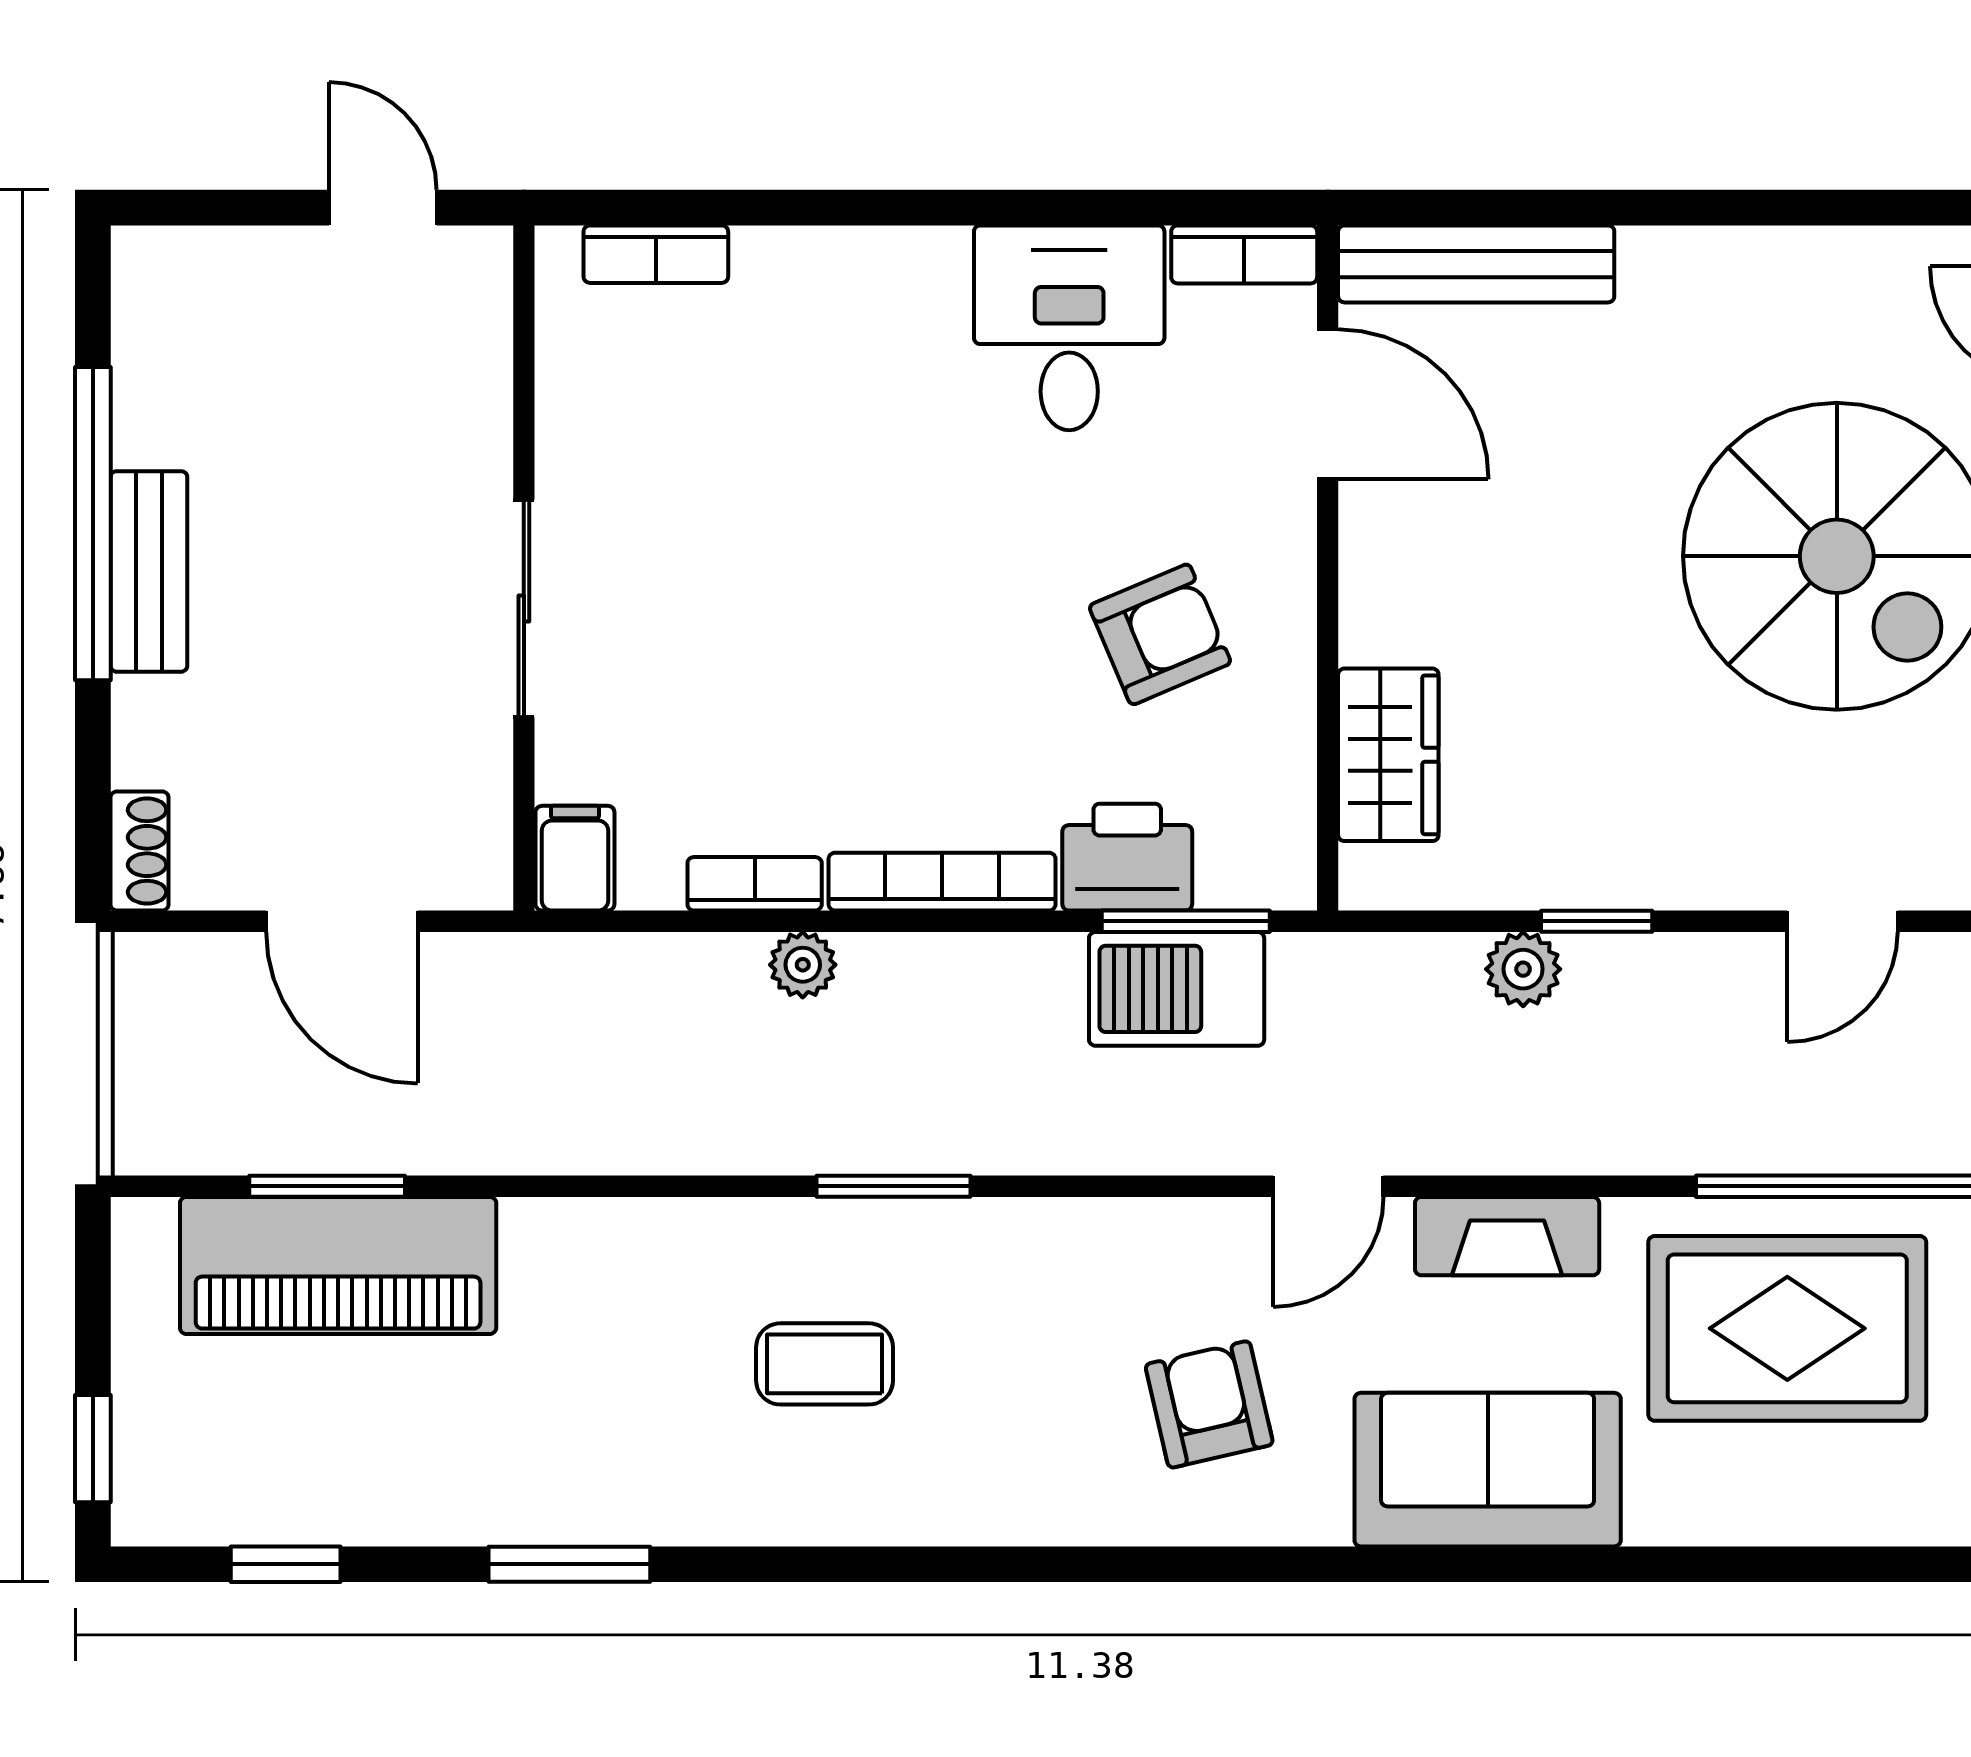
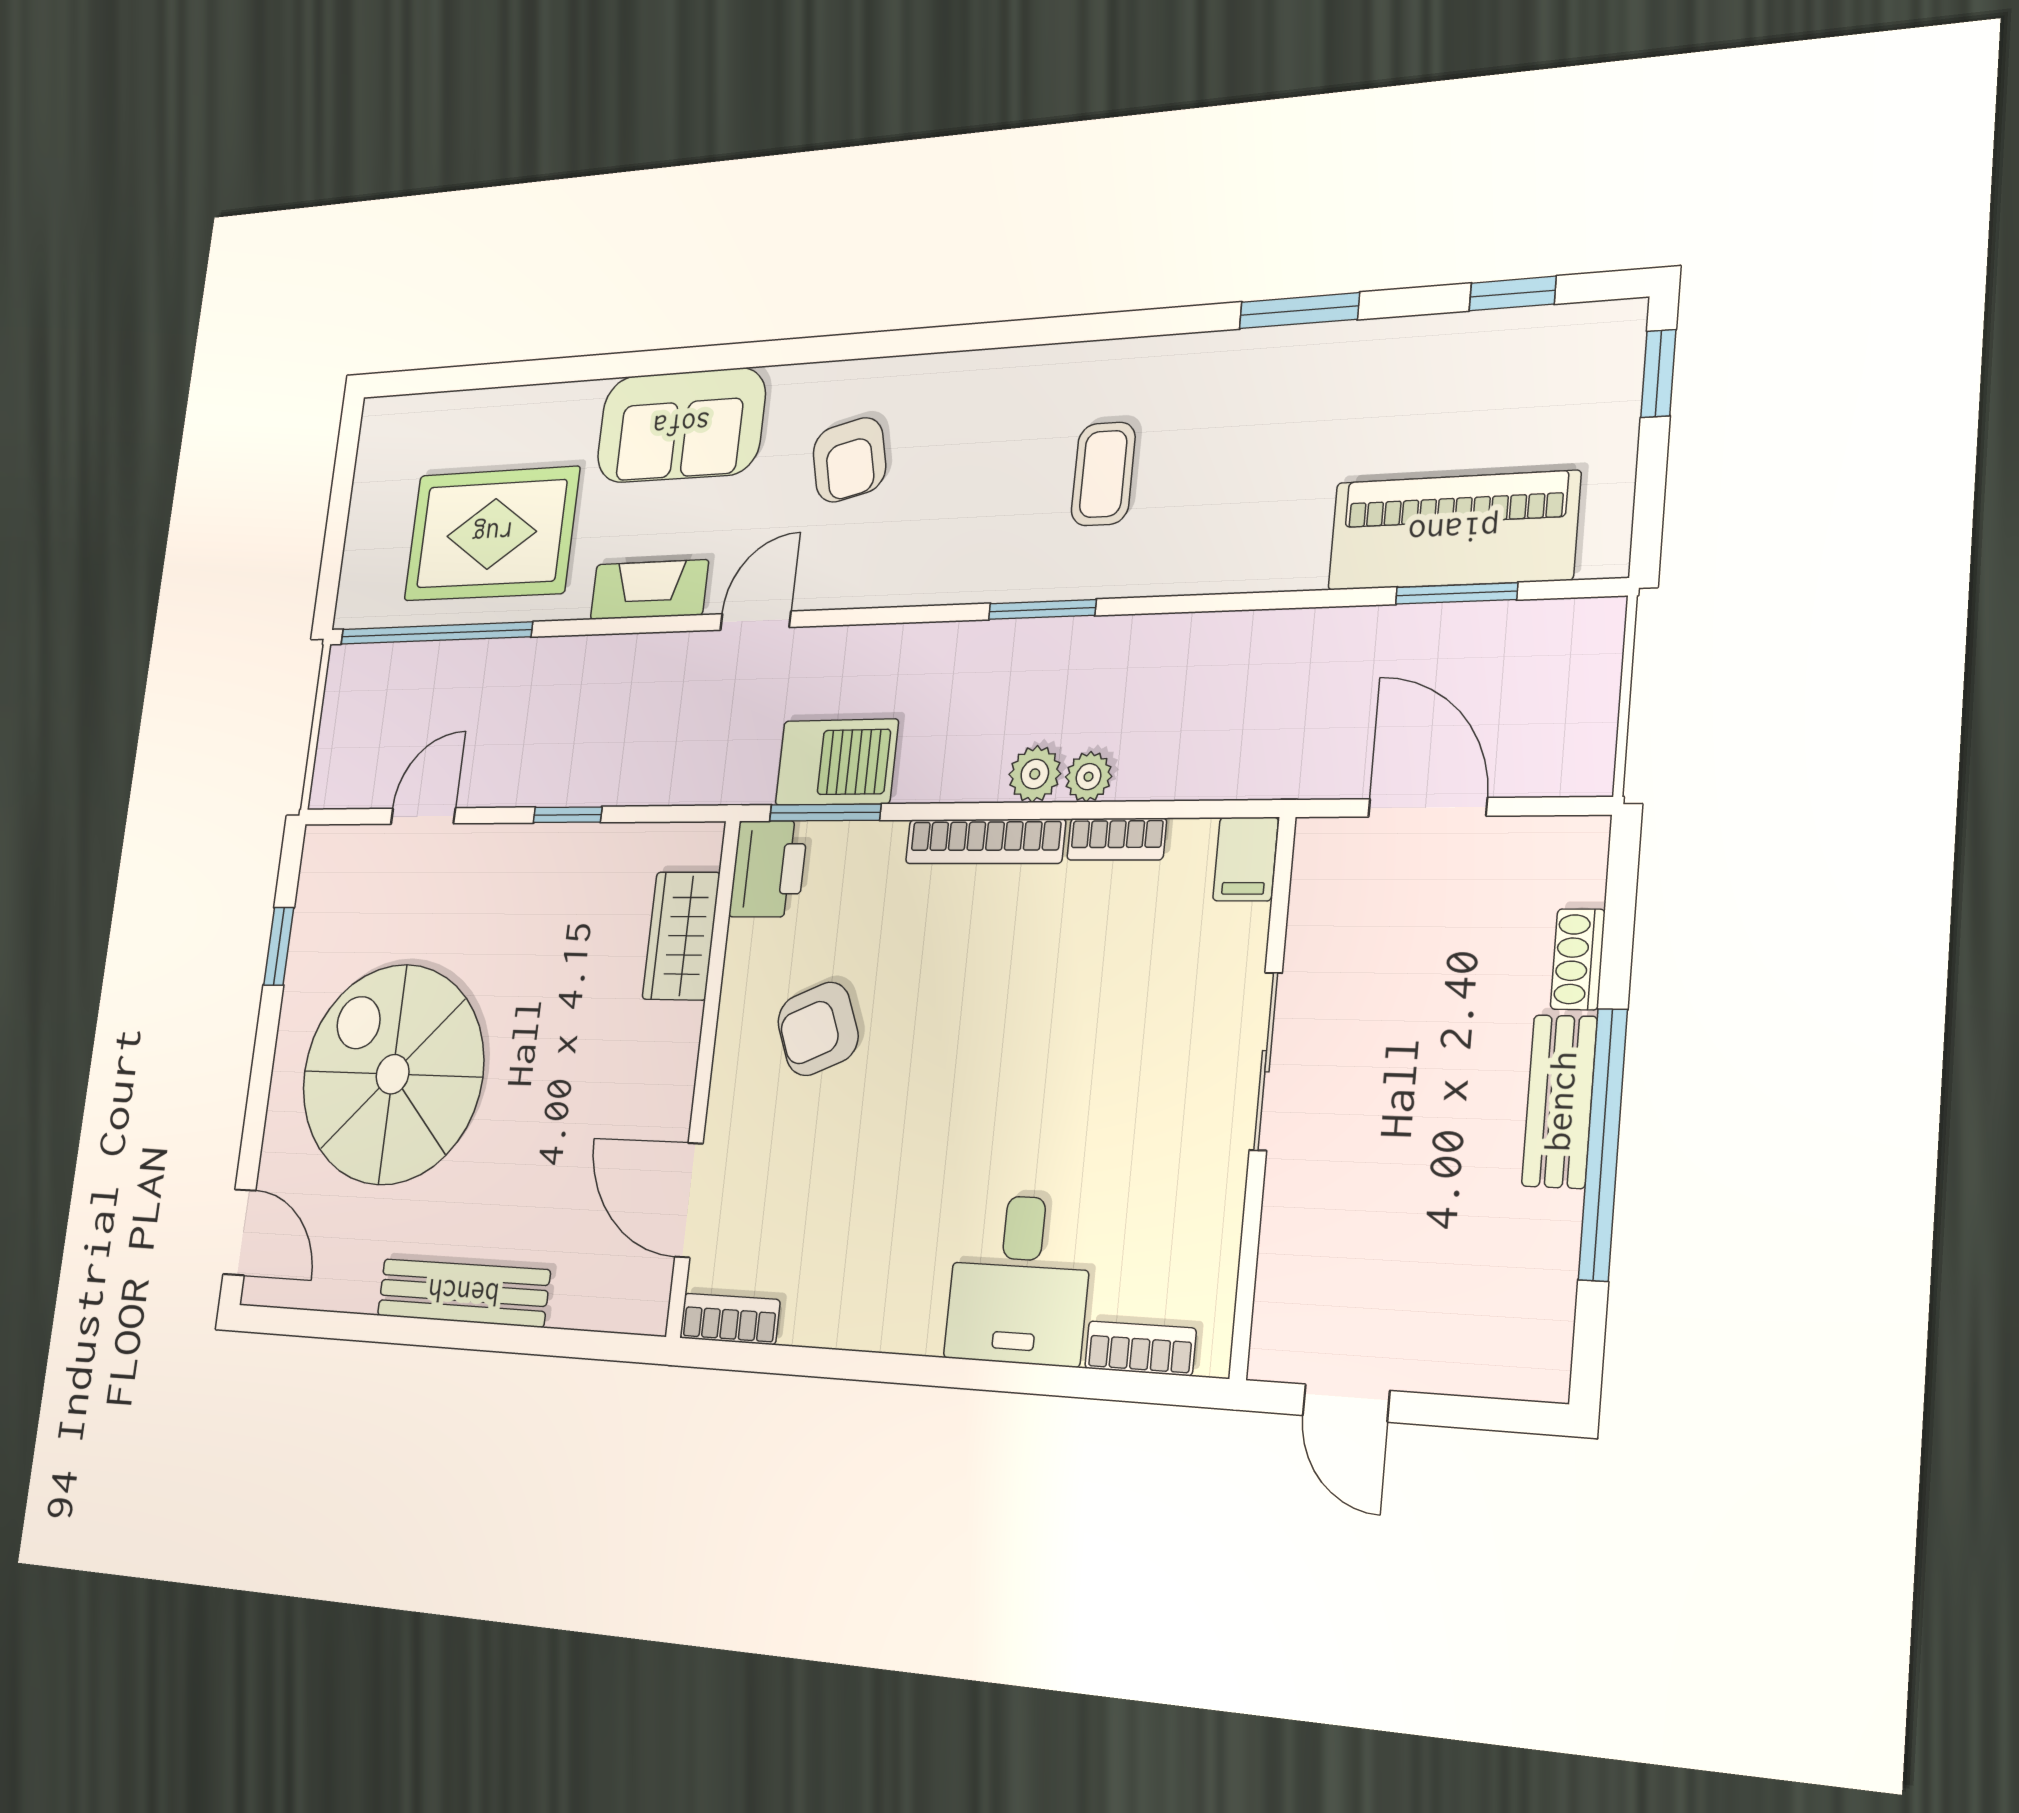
bench: (1476, 264) -> (463, 1293), moved
desk: (1069, 328) -> (1019, 1279), moved
shoe rack: (140, 851) -> (1578, 959), moved
printer: (1127, 857) -> (768, 869), moved, turned -90
plant: (1523, 969) -> (1035, 774), moved
coffee table: (825, 1364) -> (1103, 474), turned 90

